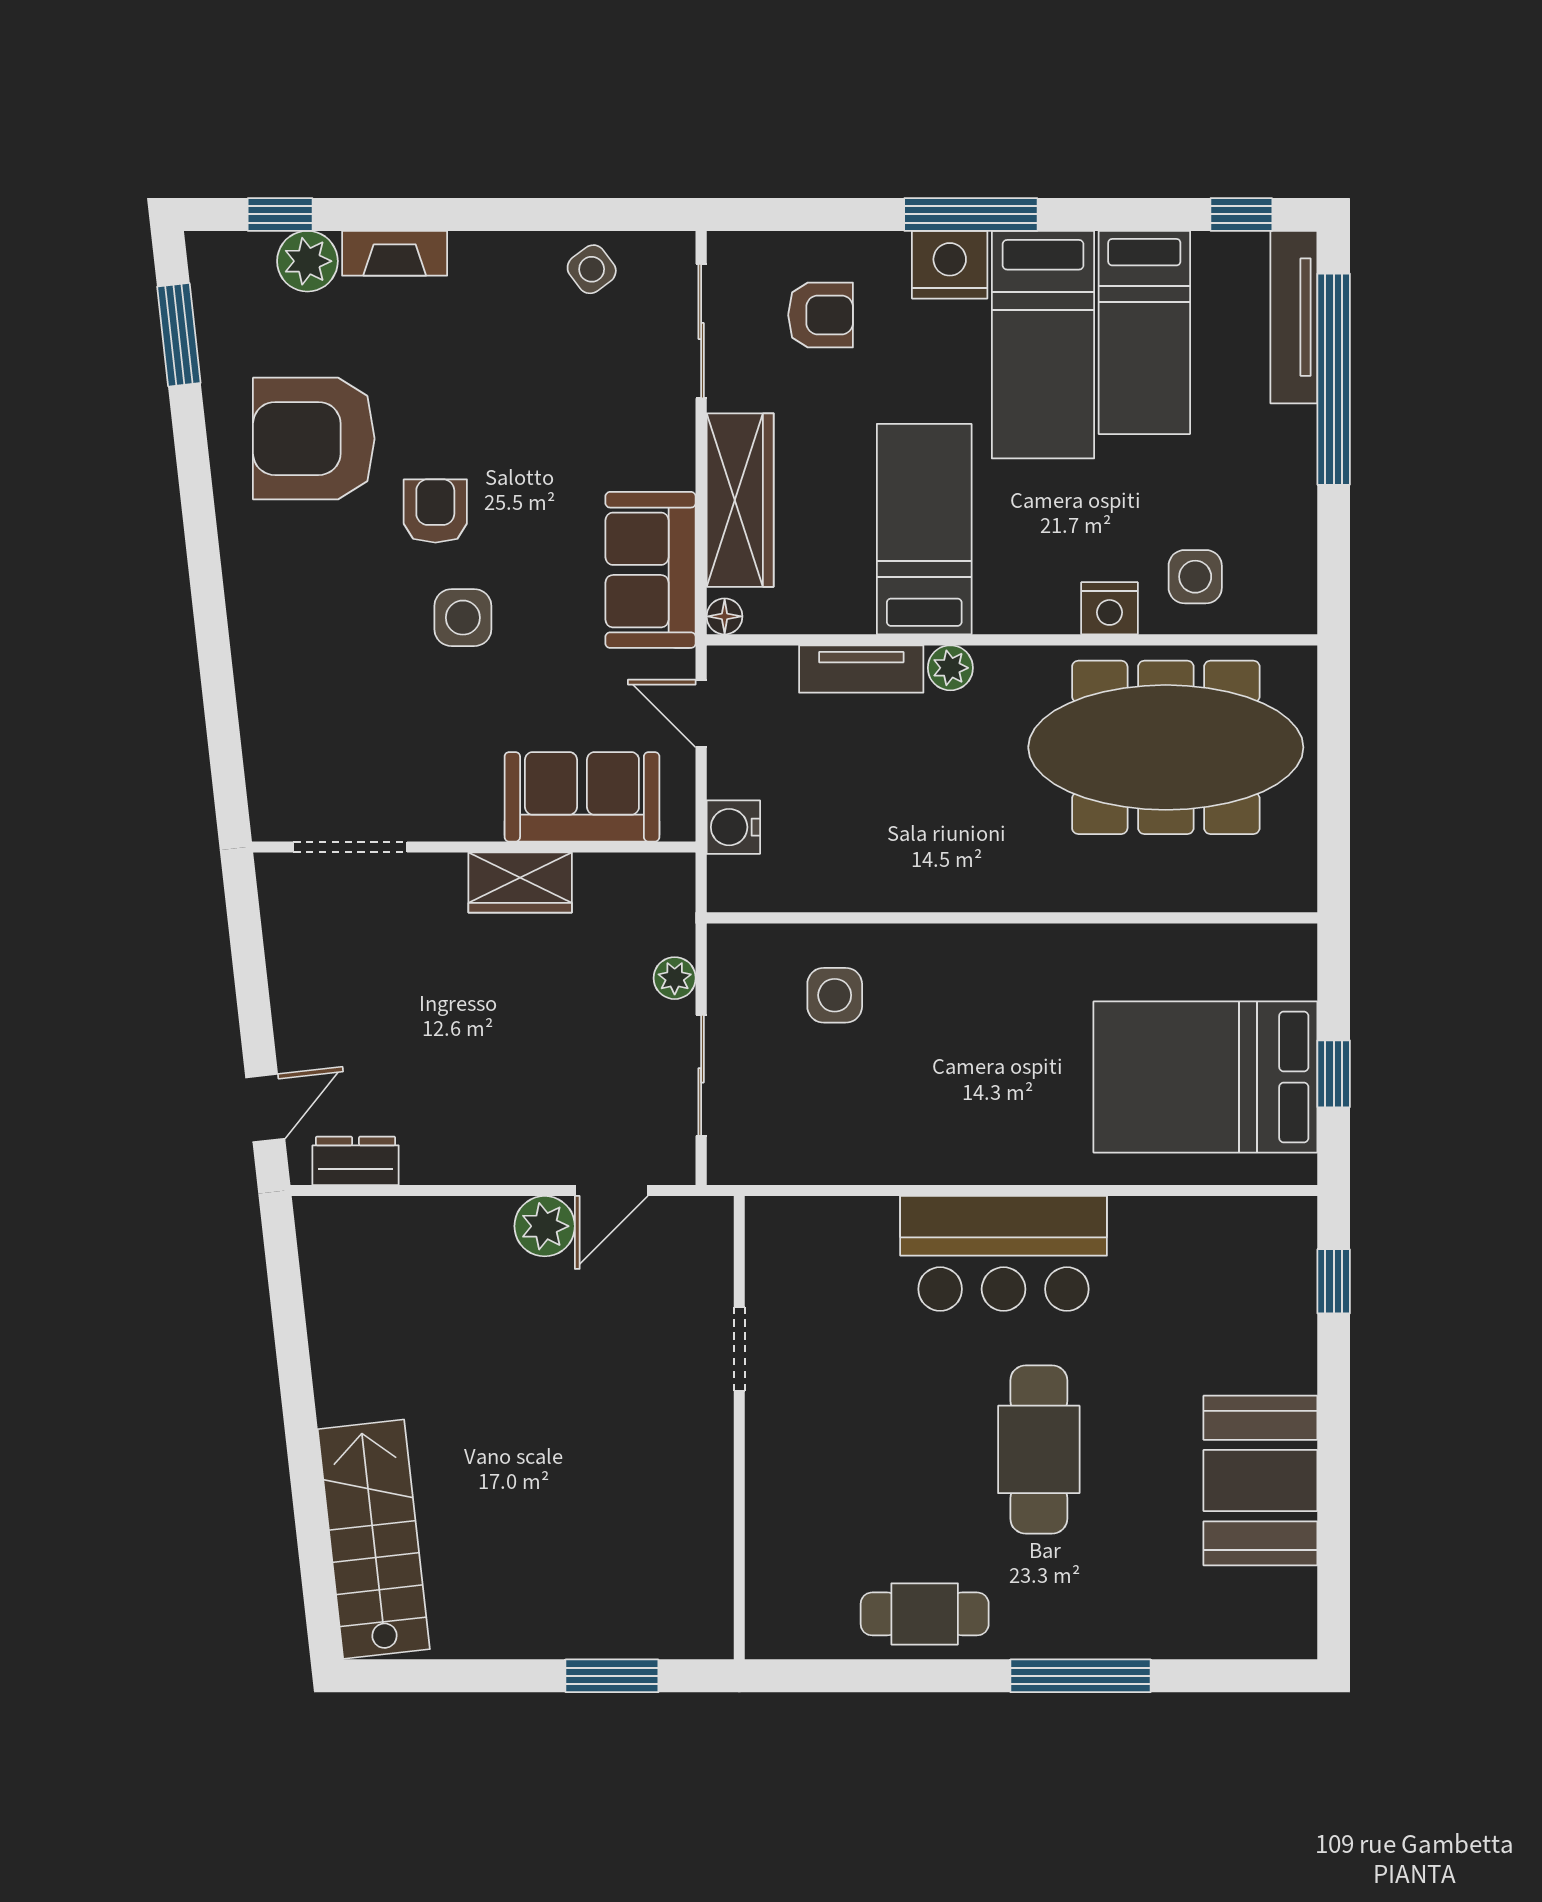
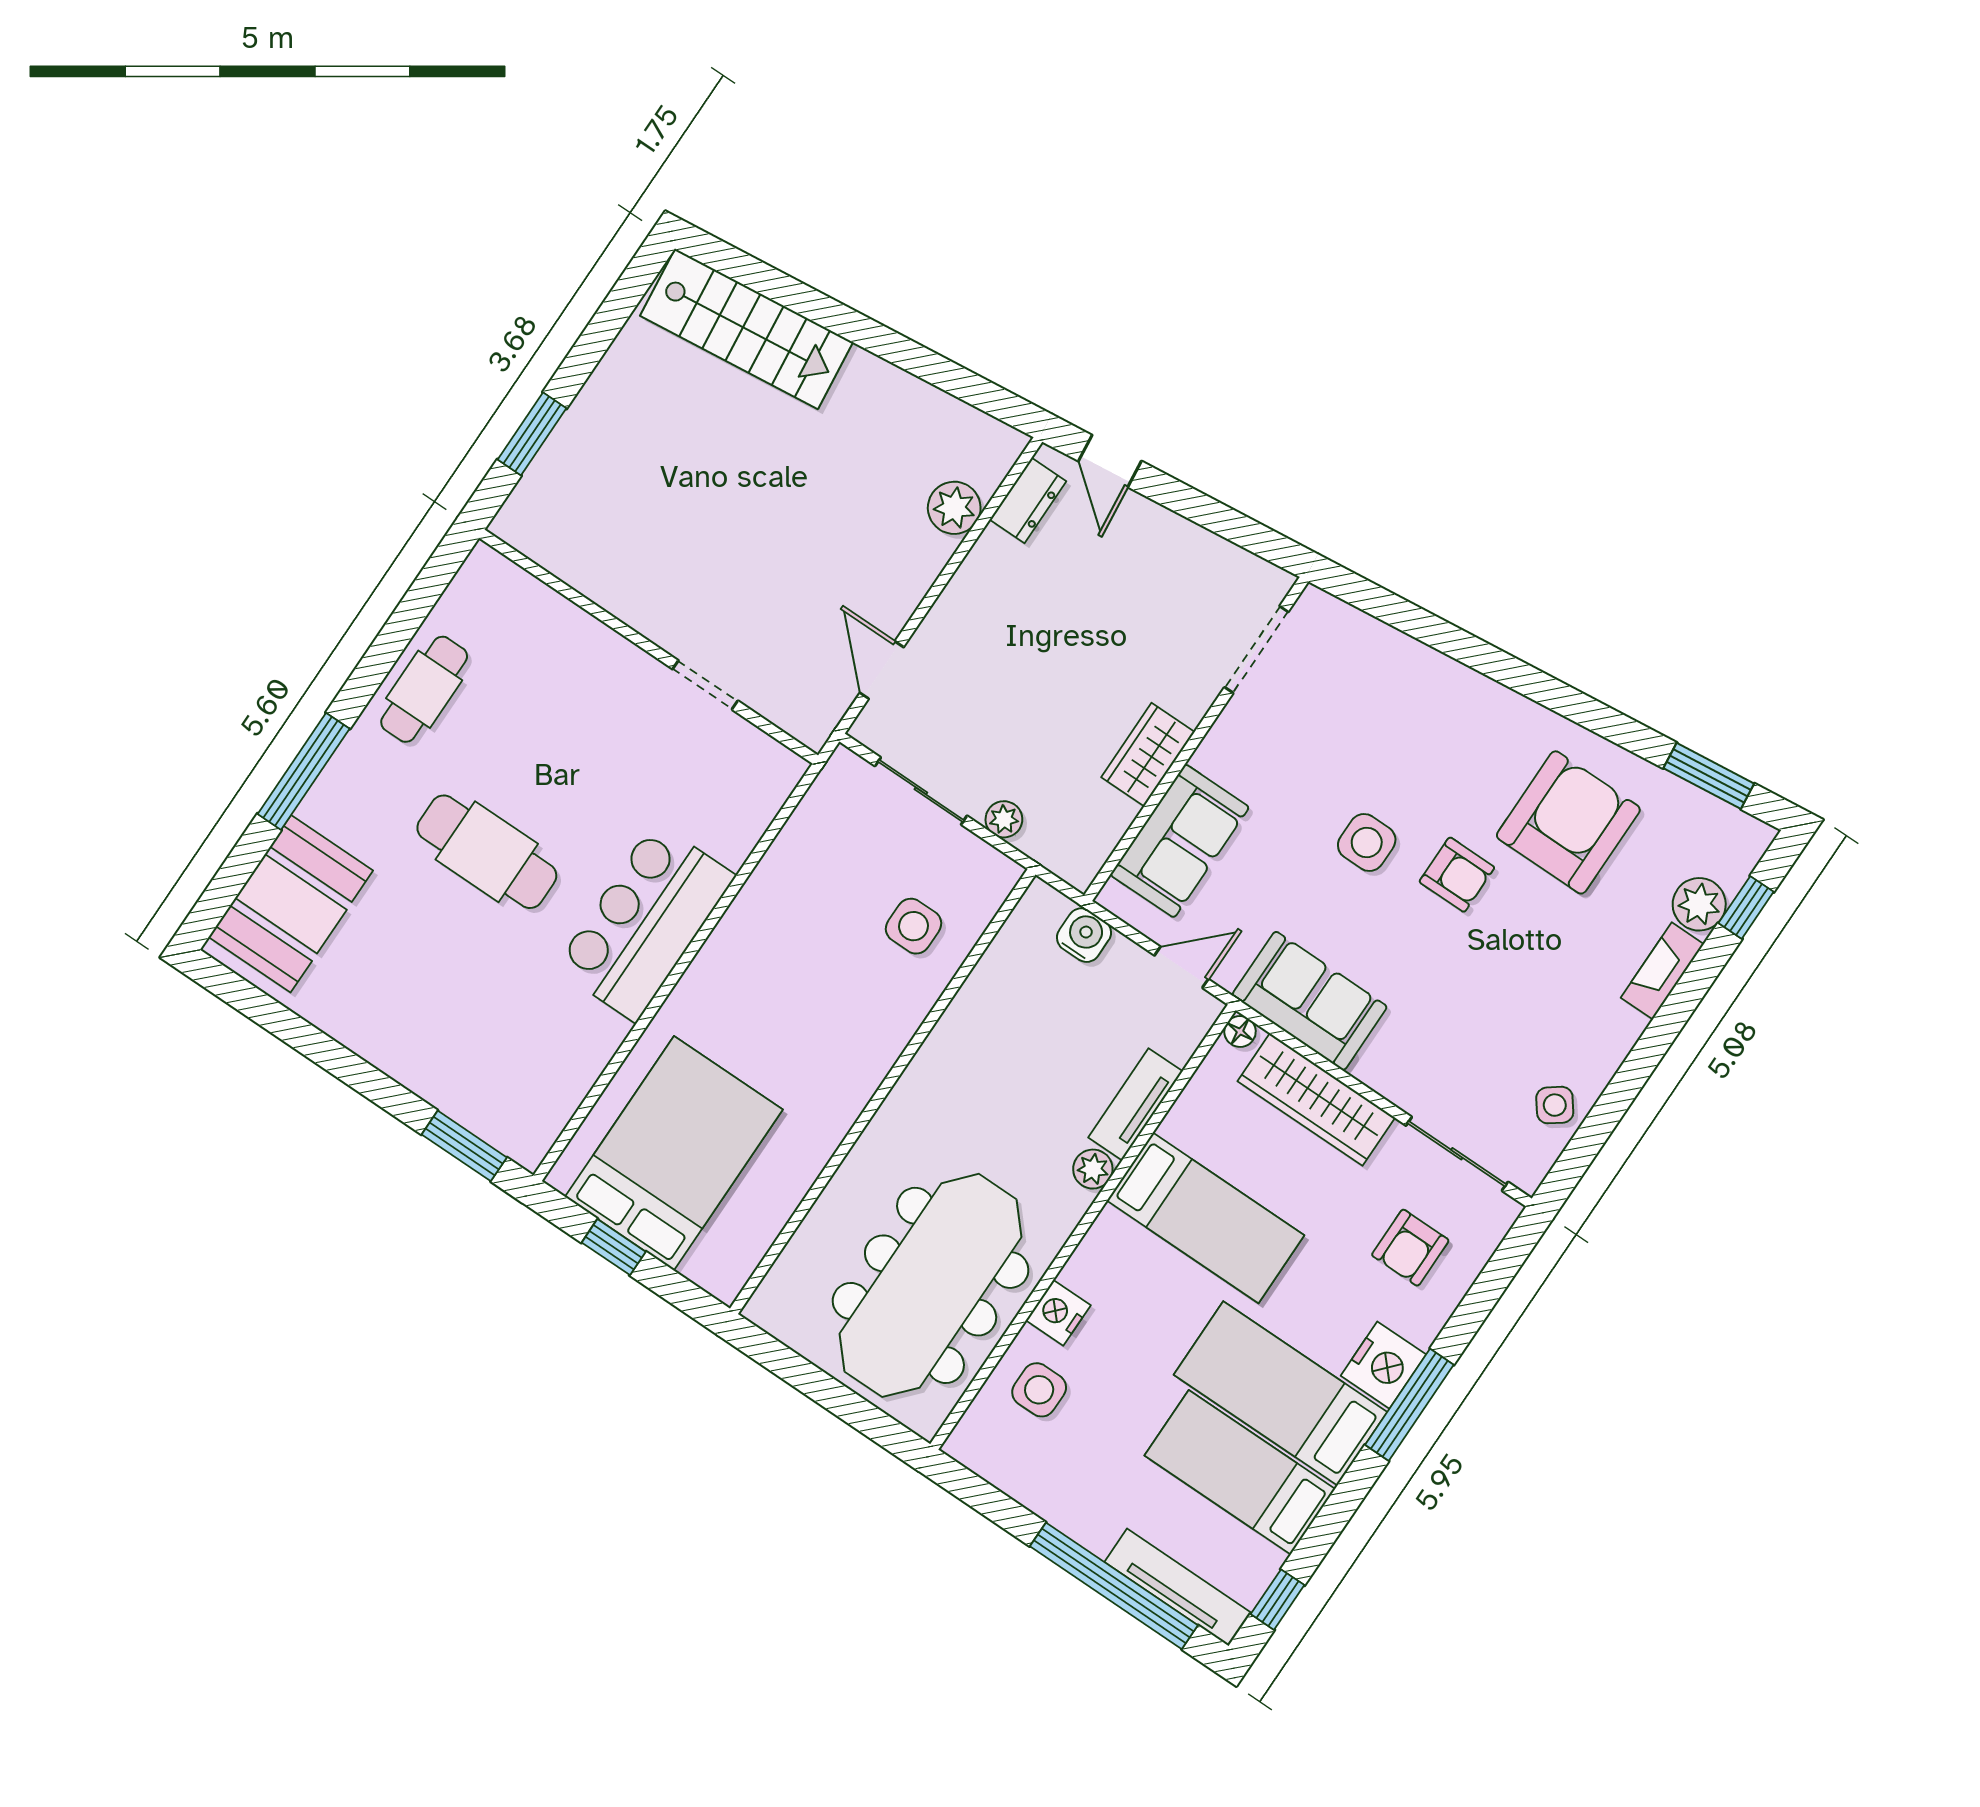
plant: (545, 1226) -> (954, 508), moved
window: (1334, 1281) -> (464, 1146), width x1.50
booth: (1260, 1481) -> (291, 904), moved, turned 90

